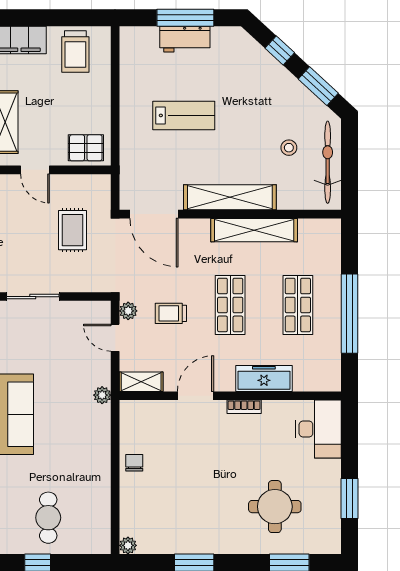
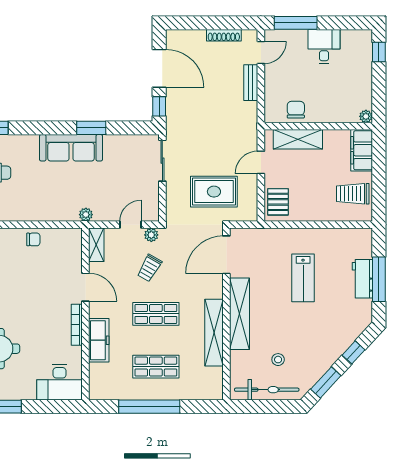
rug: (73, 230) -> (214, 192), width x1.36, depth x1.43
trolley: (171, 313) -> (149, 268), turned -150
bookcase: (244, 407) -> (77, 325), width x1.56

